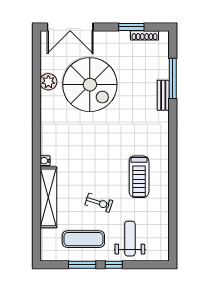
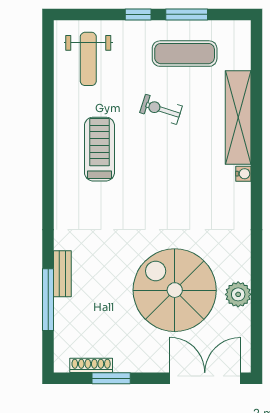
weight bench: (130, 239) -> (88, 59), moved

